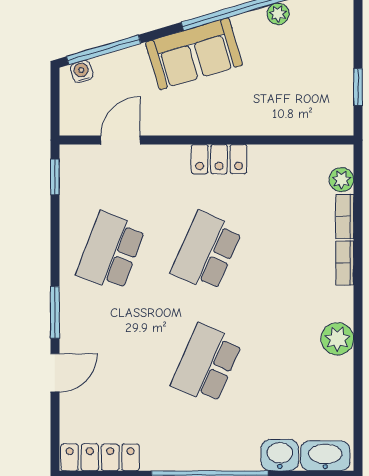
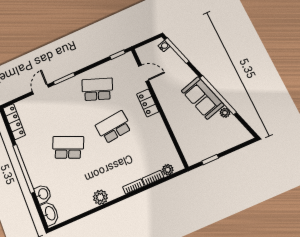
sofa: (194, 54) -> (203, 98), moved
locker: (219, 159) -> (148, 103), moved
school desk: (206, 251) -> (114, 127), turned -30
door: (55, 373) -> (40, 89), swing flipped

